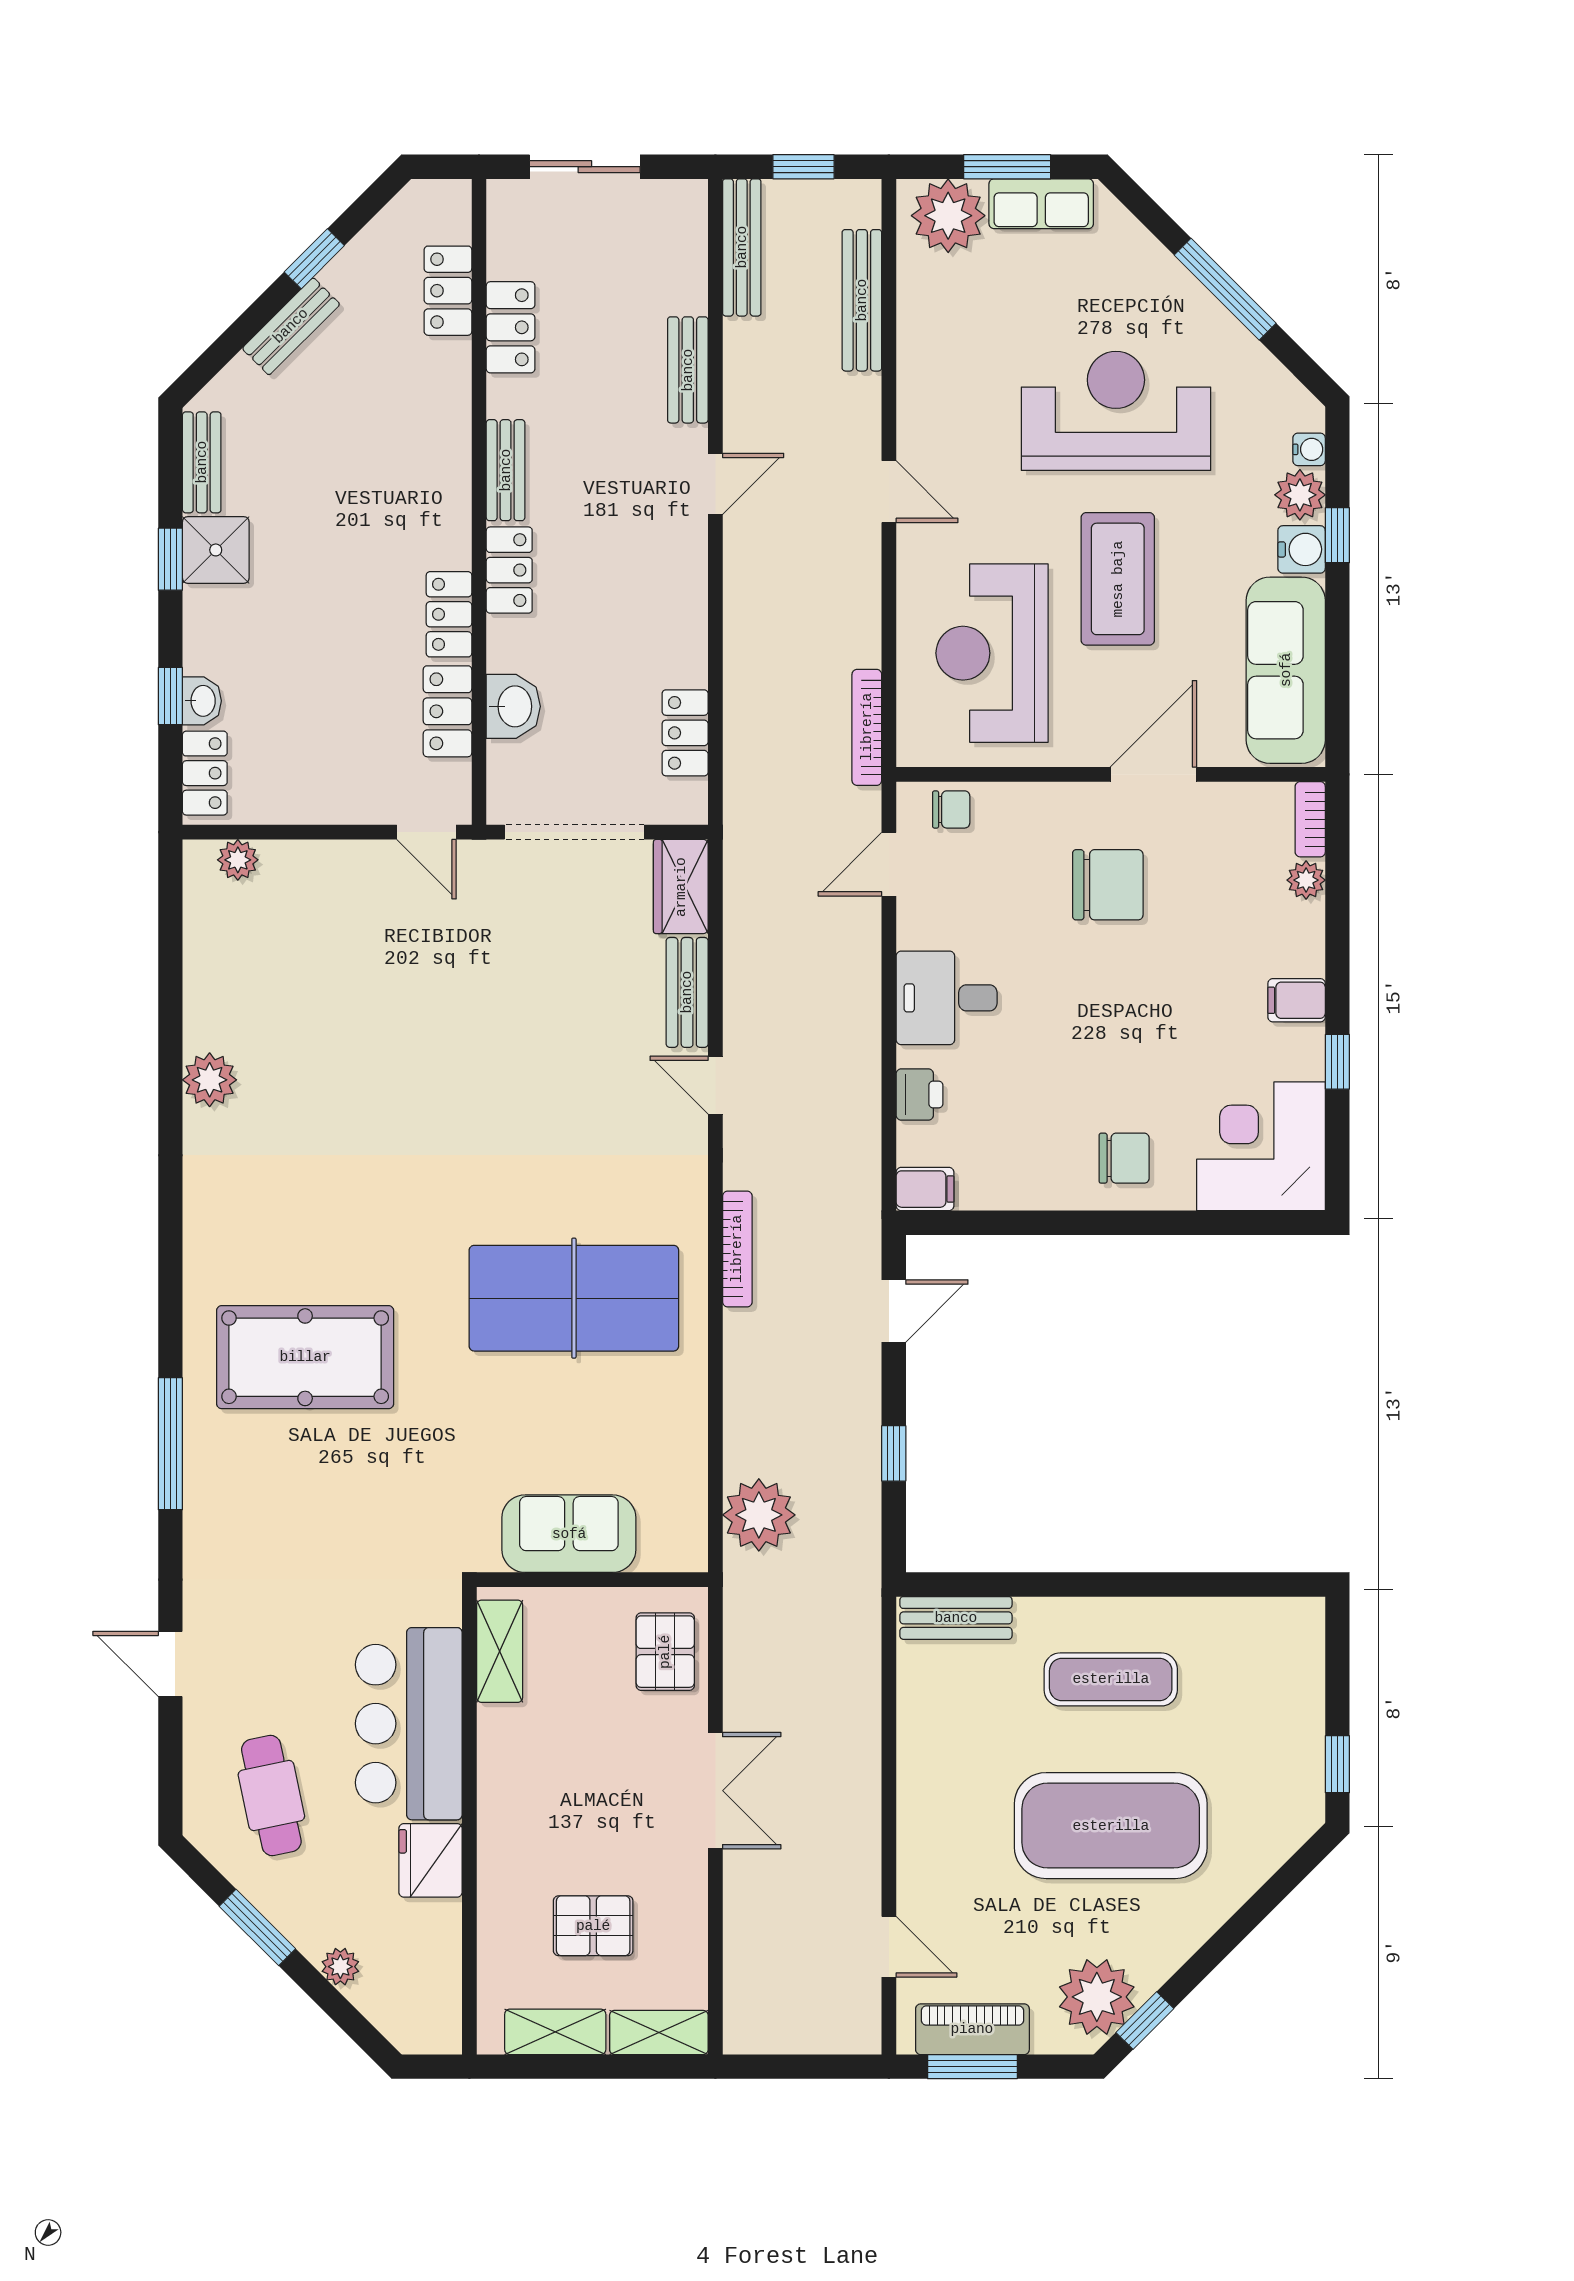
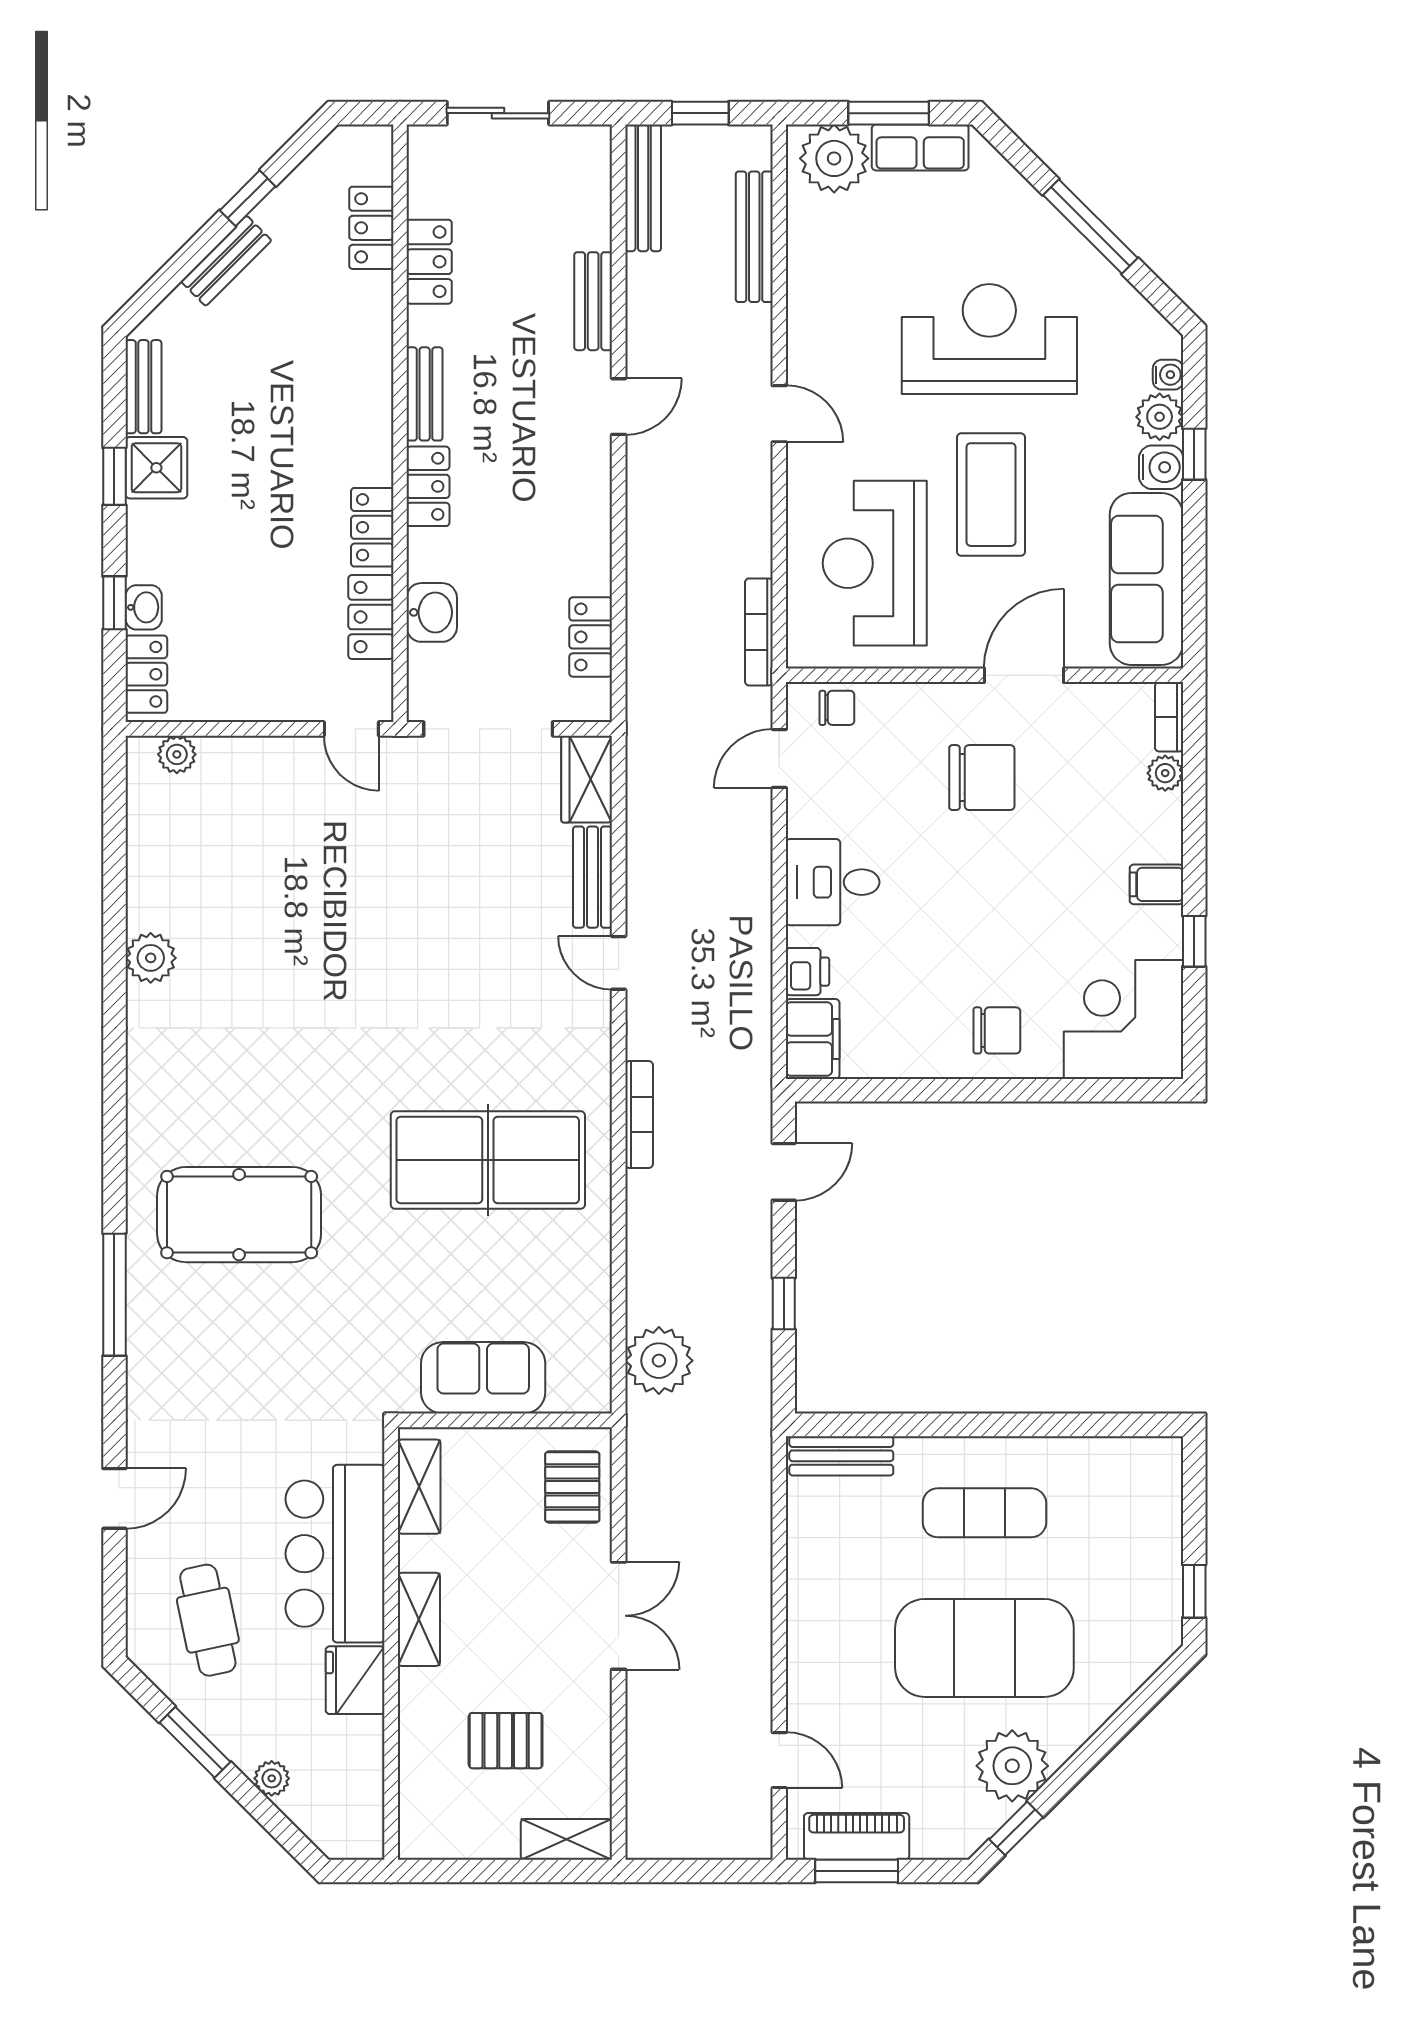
filing cabinet: (925, 1189) -> (813, 1039), width x2.00
door: (170, 1664) -> (114, 1498), swing flipped
plant: (1097, 1997) -> (1012, 1766), moved
shelving: (555, 2032) -> (419, 1619), moved, turned 90

